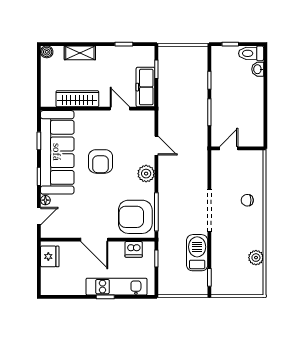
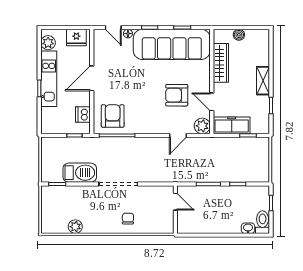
boiler: (47, 52) -> (239, 35), moved
shelving: (80, 53) -> (263, 81), moved
door: (120, 109) -> (212, 102), swing flipped
armchair: (101, 161) -> (177, 95), moved
plant: (146, 174) -> (202, 126), moved
armchair: (135, 217) -> (113, 116), width x0.73, depth x0.73
plant: (55, 287) -> (48, 43), added
kitchen unit: (116, 287) -> (49, 79), moved

